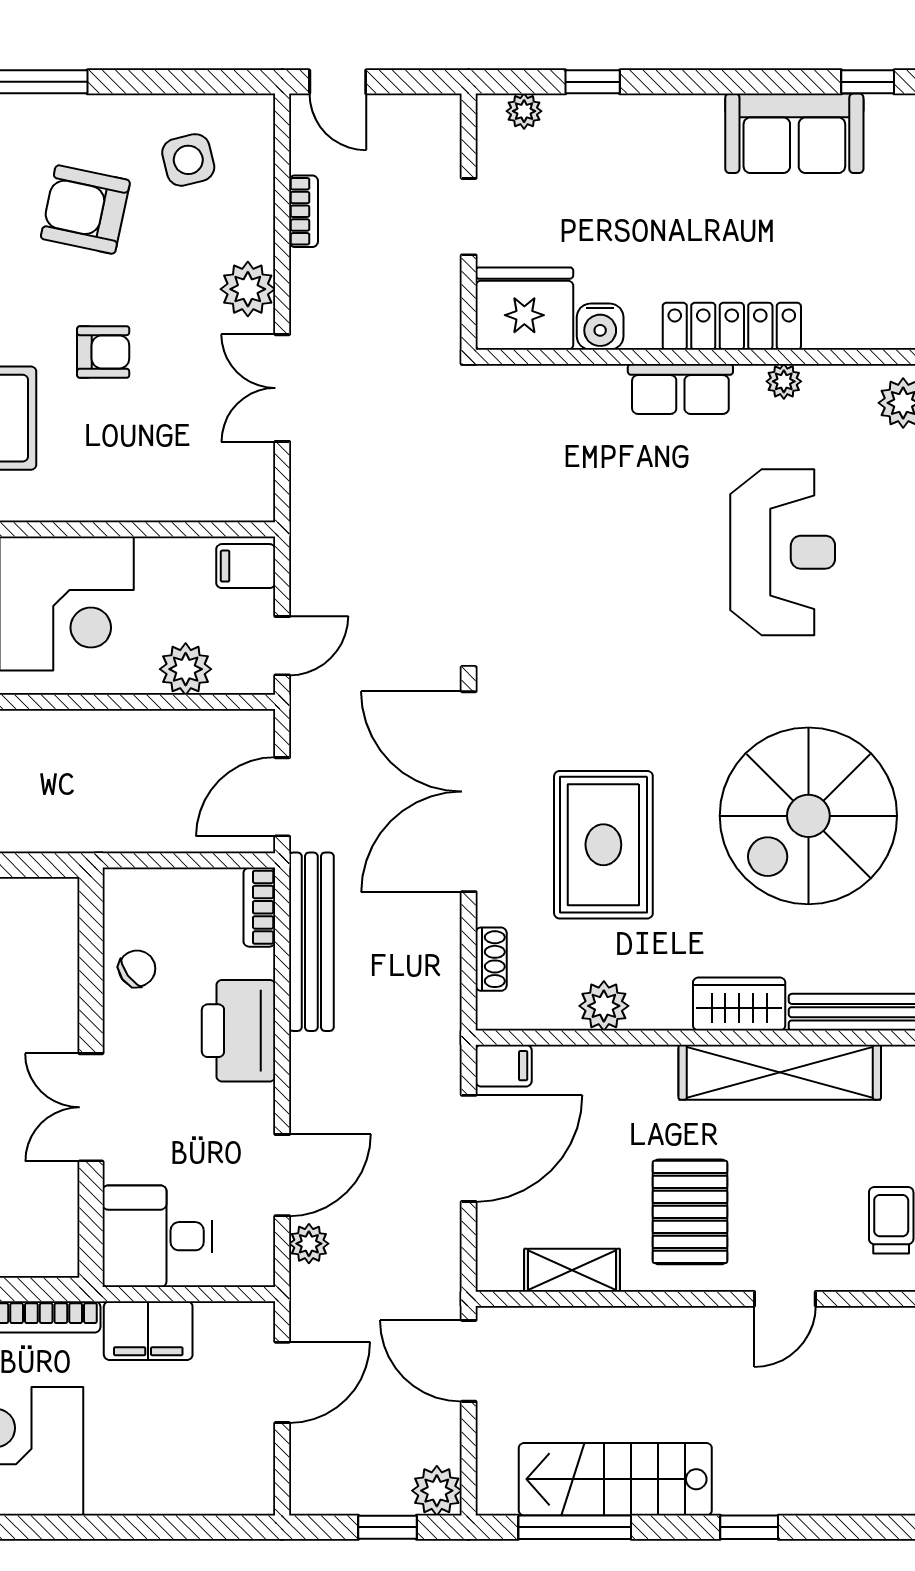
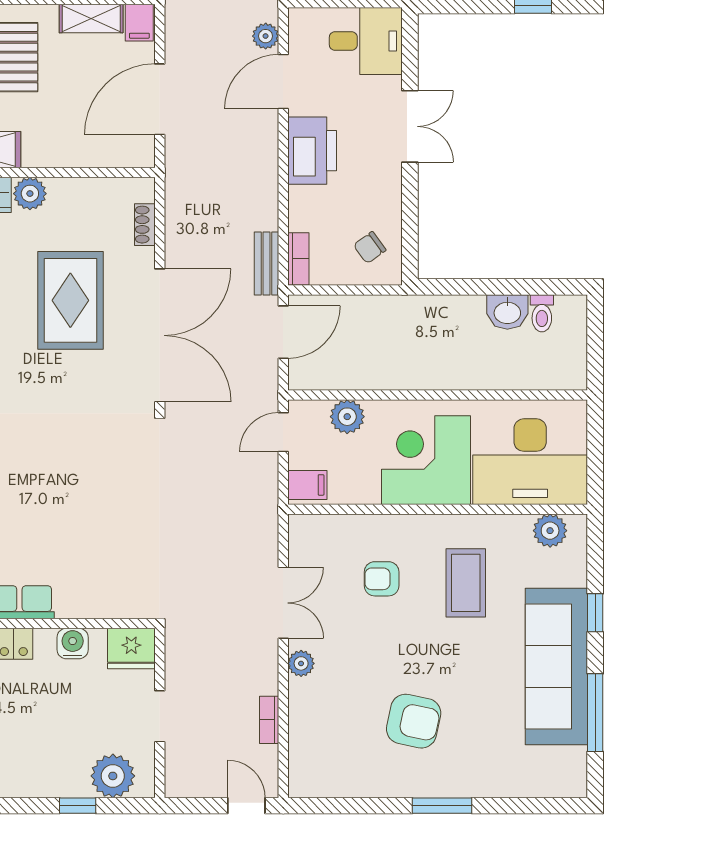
plant: (524, 111) -> (113, 776), width x1.87, depth x1.87
side table: (188, 160) -> (345, 754), removed
plant: (248, 289) -> (301, 663), width x0.73, depth x0.73
fridge: (524, 309) -> (131, 649), width x0.73, depth x0.75
armchair: (103, 352) -> (382, 579), moved
bench: (311, 942) -> (266, 263), width x0.54, depth x0.82
chair: (137, 969) -> (370, 248), moved
plant: (604, 1006) -> (30, 194), moved
printer: (239, 1031) -> (312, 151), moved
filing cabinet: (504, 1066) -> (139, 23), moved, turned -90

